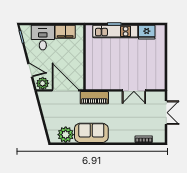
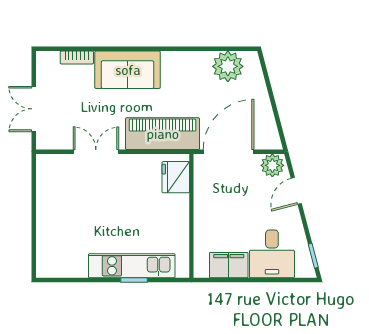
fridge: (147, 32) -> (176, 177), moved, turned -90
door: (30, 70) -> (296, 191), hinge flipped
door: (65, 90) -> (229, 152), swing flipped
piano: (94, 98) -> (163, 134), width x1.37, depth x1.33
sofa: (91, 133) -> (128, 70), moved

